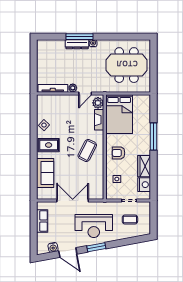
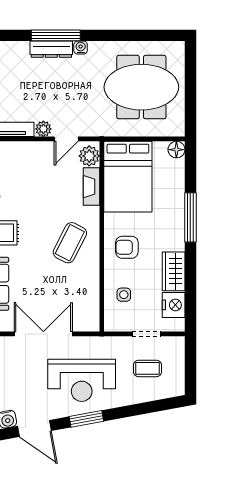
floor lamp: (146, 99) -> (176, 150), added

